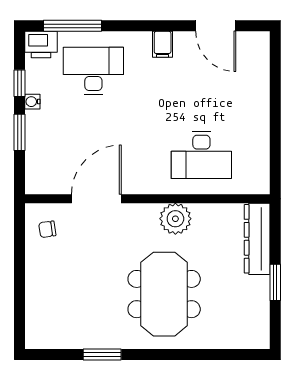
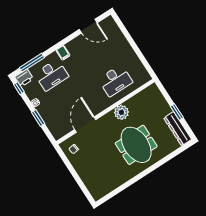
filing cabinet: (163, 44) -> (63, 53), moved
desk: (93, 71) -> (51, 75), turned 180
window: (20, 83) -> (19, 88), moved
dresser: (257, 239) -> (178, 129), moved
window: (102, 354) -> (127, 184), removed

